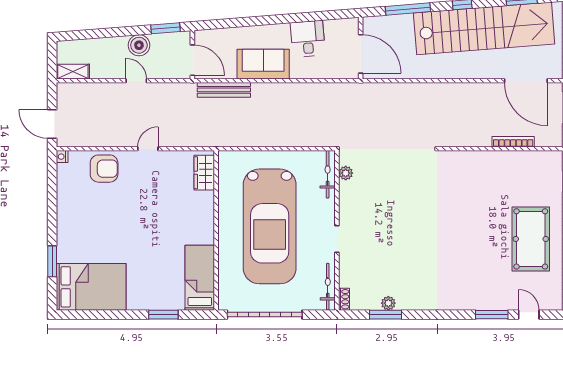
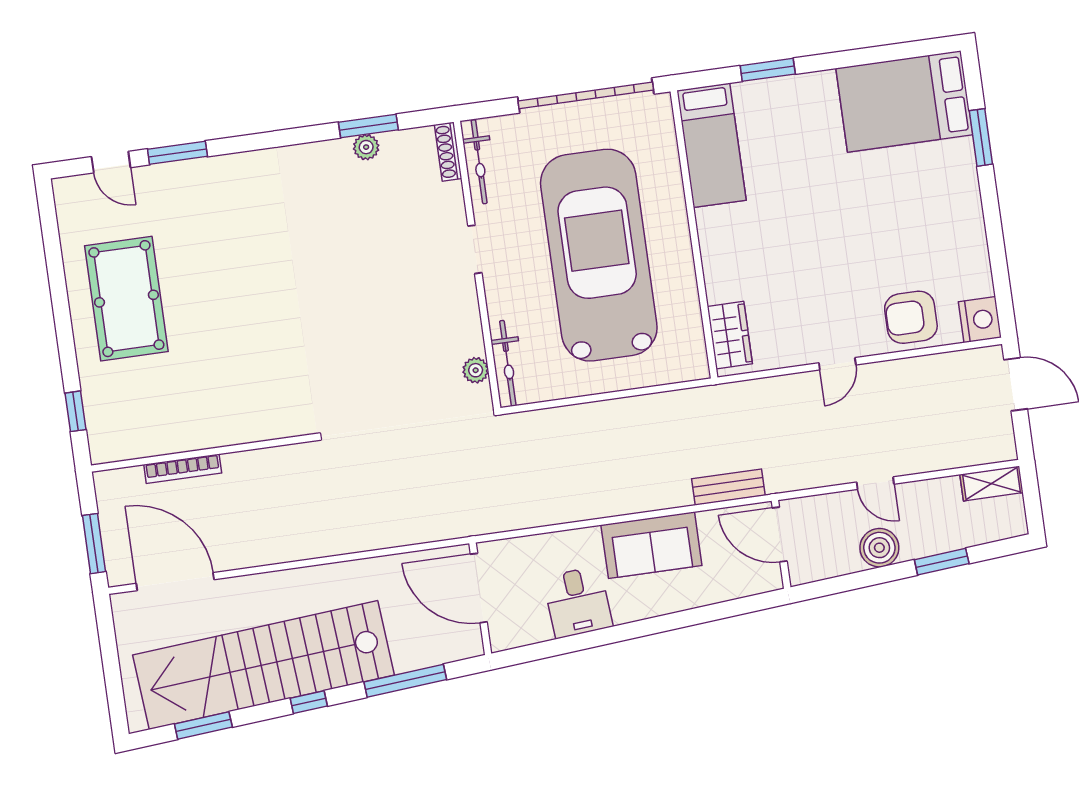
window: (165, 28) -> (942, 562), moved
bench: (224, 90) -> (728, 487), width x0.73
nightstand: (62, 157) -> (980, 320), width x1.89, depth x1.79
shoe rack: (344, 299) -> (448, 152), width x1.43

